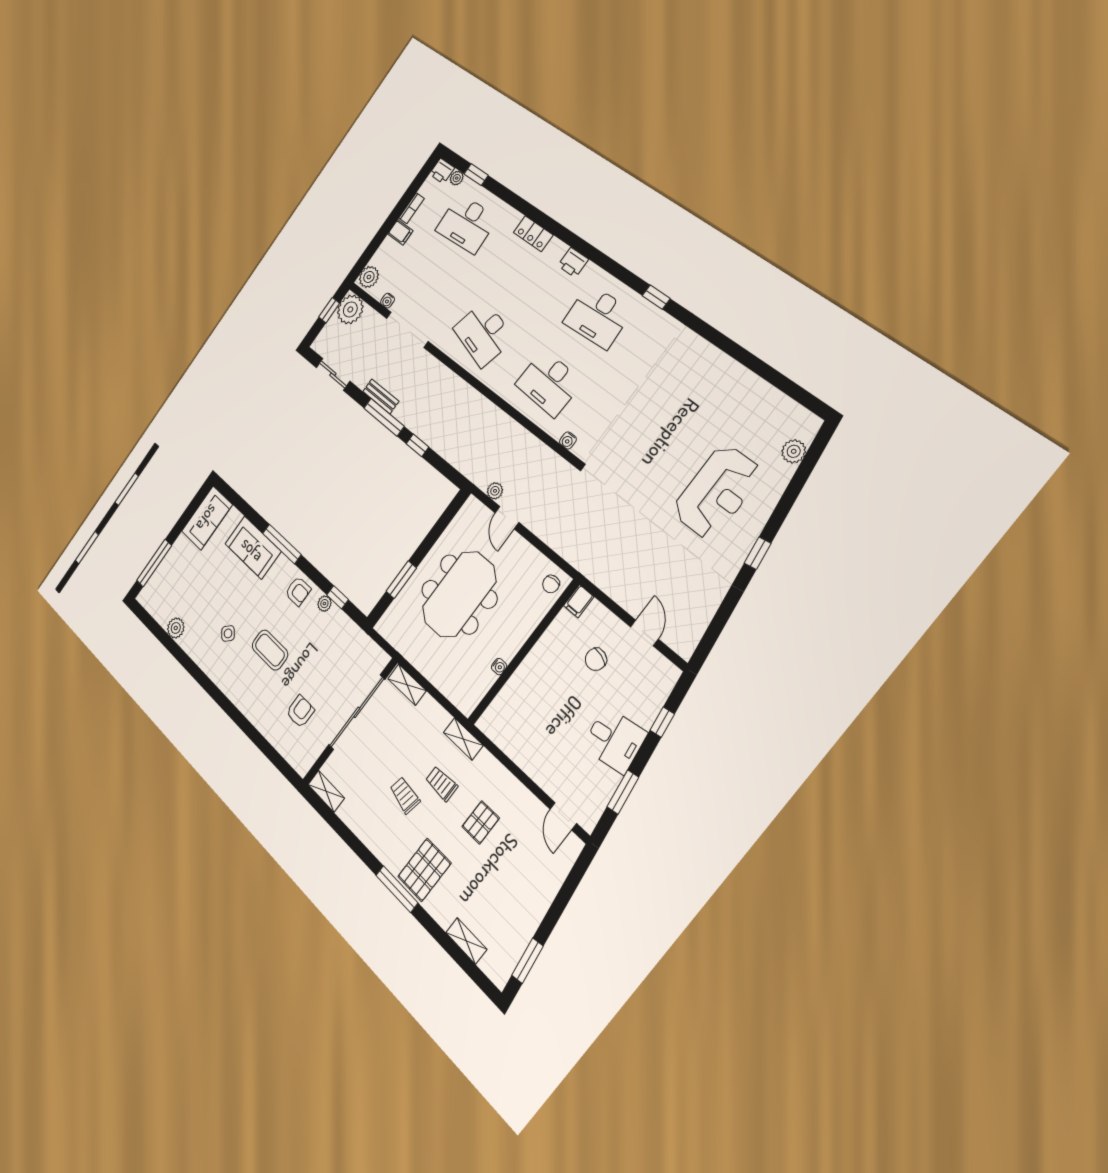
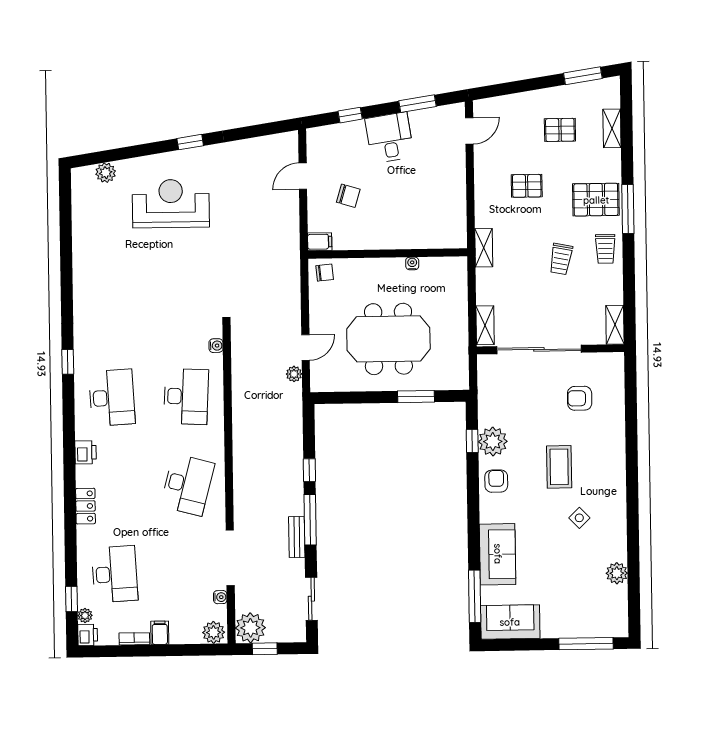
window: (282, 544) -> (475, 596), moved
plant: (324, 604) -> (493, 442), width x1.87, depth x1.87
trolley: (442, 784) -> (605, 249), moved
pallet: (501, 896) -> (560, 130), added

